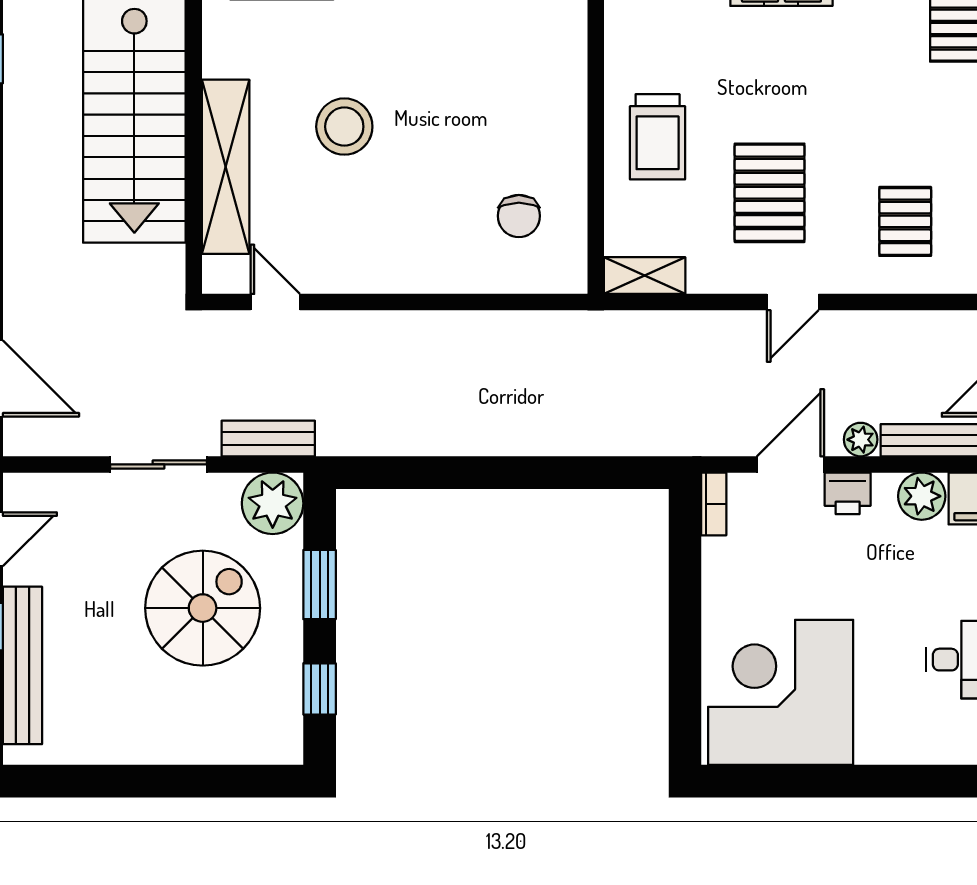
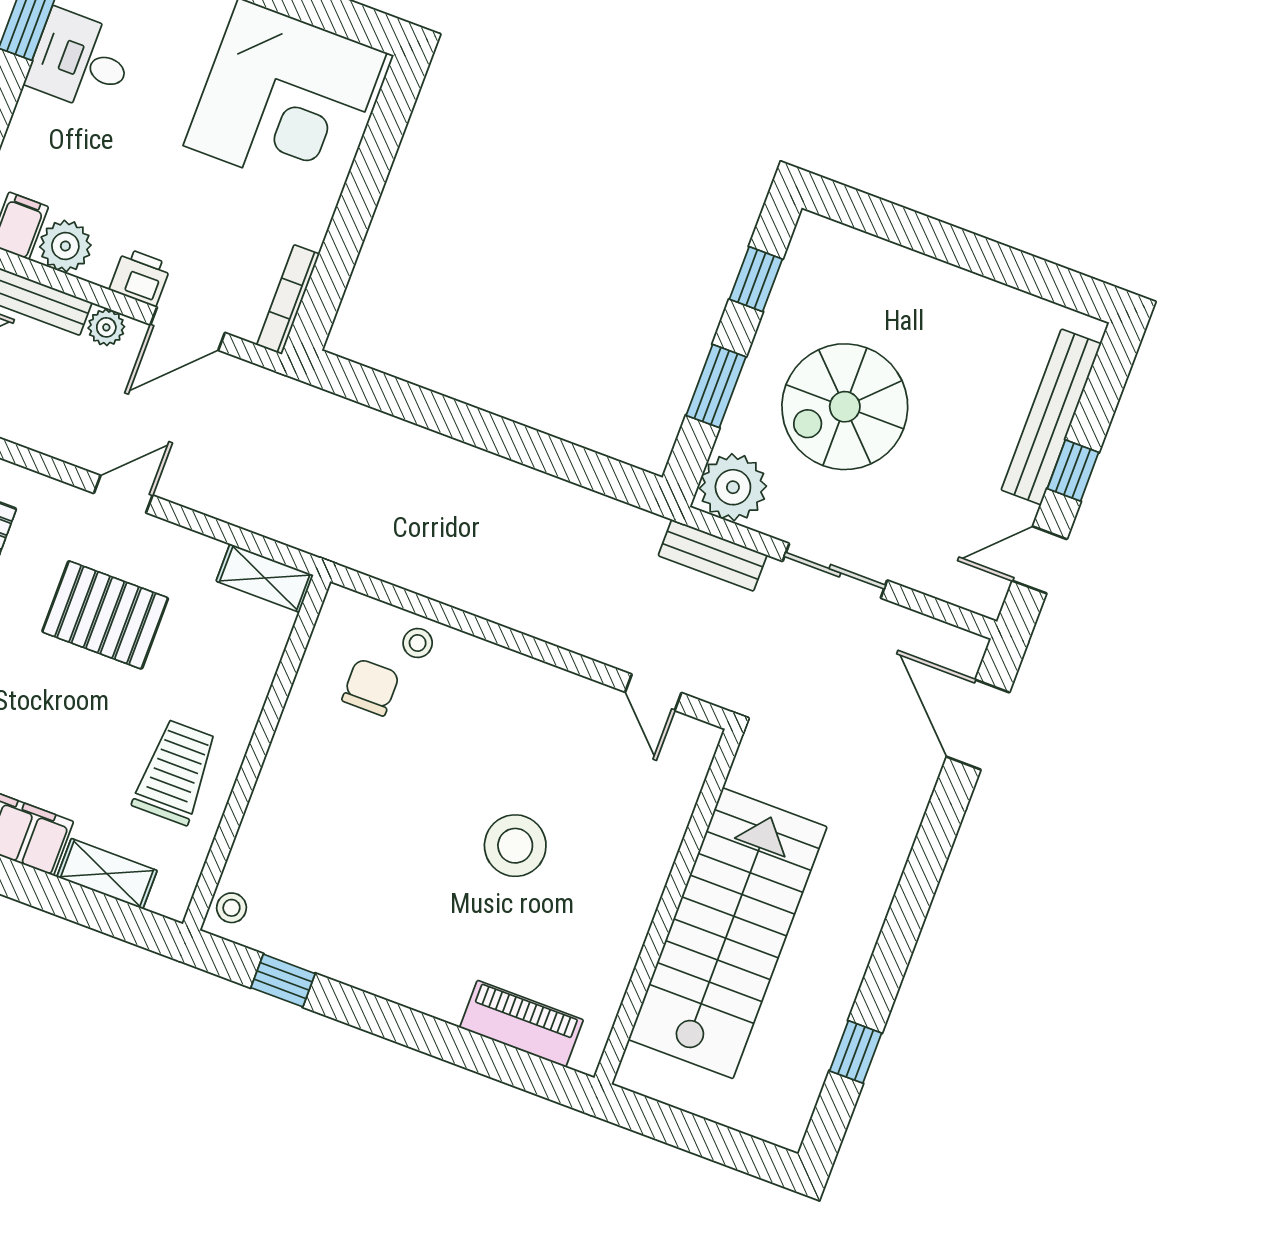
trolley: (658, 137) -> (175, 772), moved
shelving: (226, 167) -> (652, 850), removed
pallet: (770, 193) -> (105, 615), turned 90
stool: (493, 269) -> (418, 643), added
bookcase: (714, 504) -> (288, 300), width x1.56

